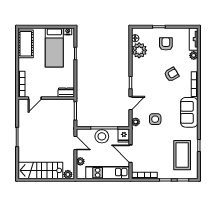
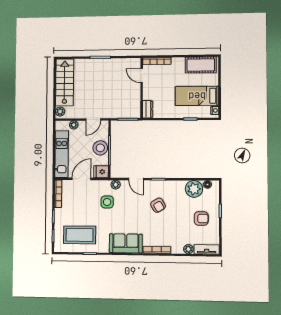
armchair: (171, 74) -> (158, 205), moved
side table: (155, 119) -> (107, 202), moved

